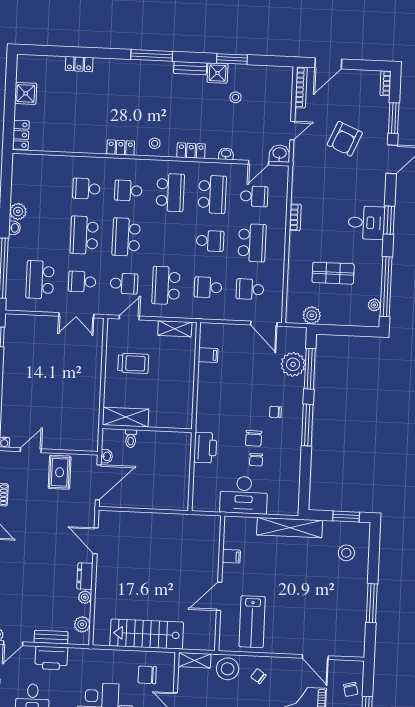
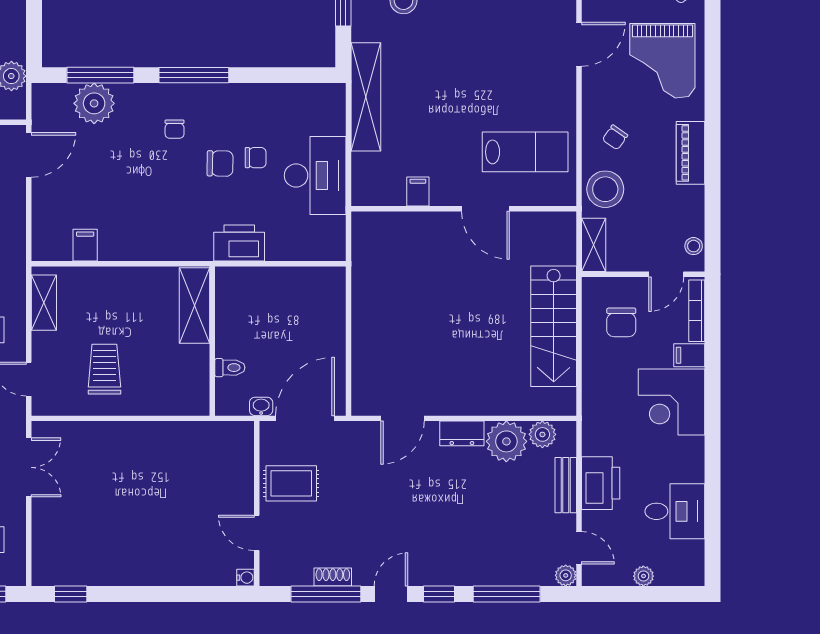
shelving: (126, 417) -> (194, 305), moved
door: (98, 482) -> (305, 418), hinge flipped
plant: (85, 597) -> (506, 441), width x1.87, depth x1.87

